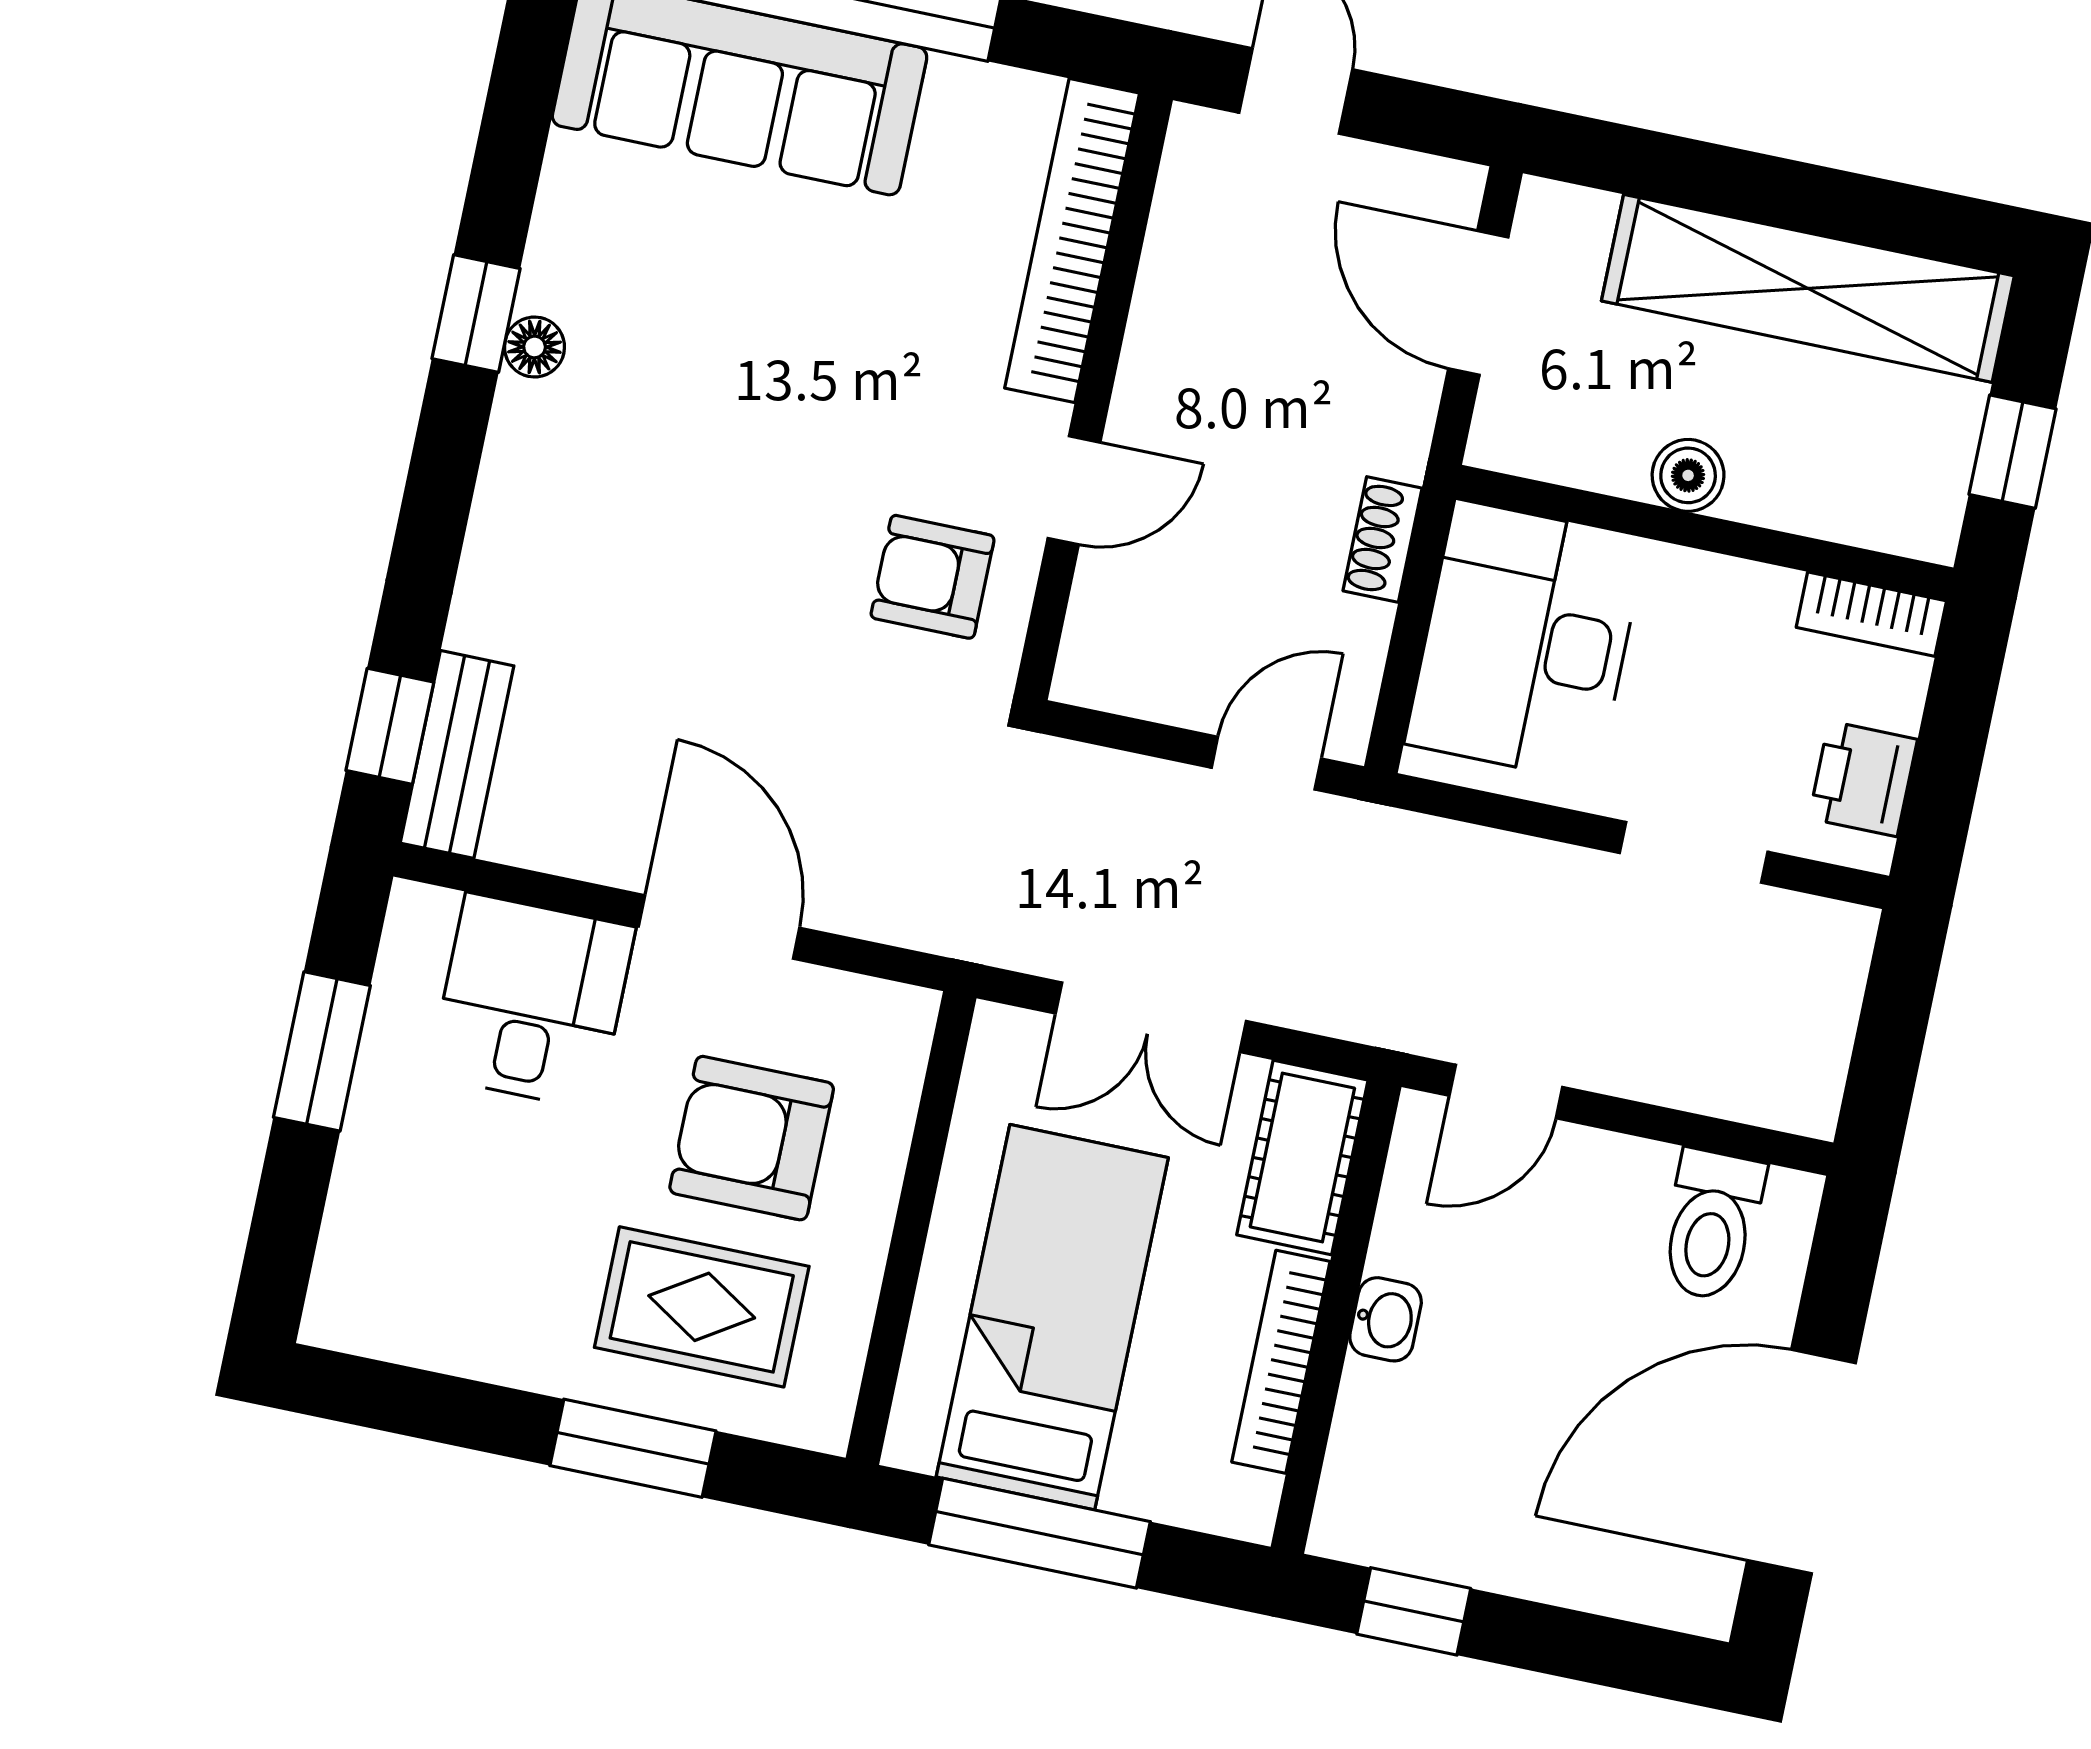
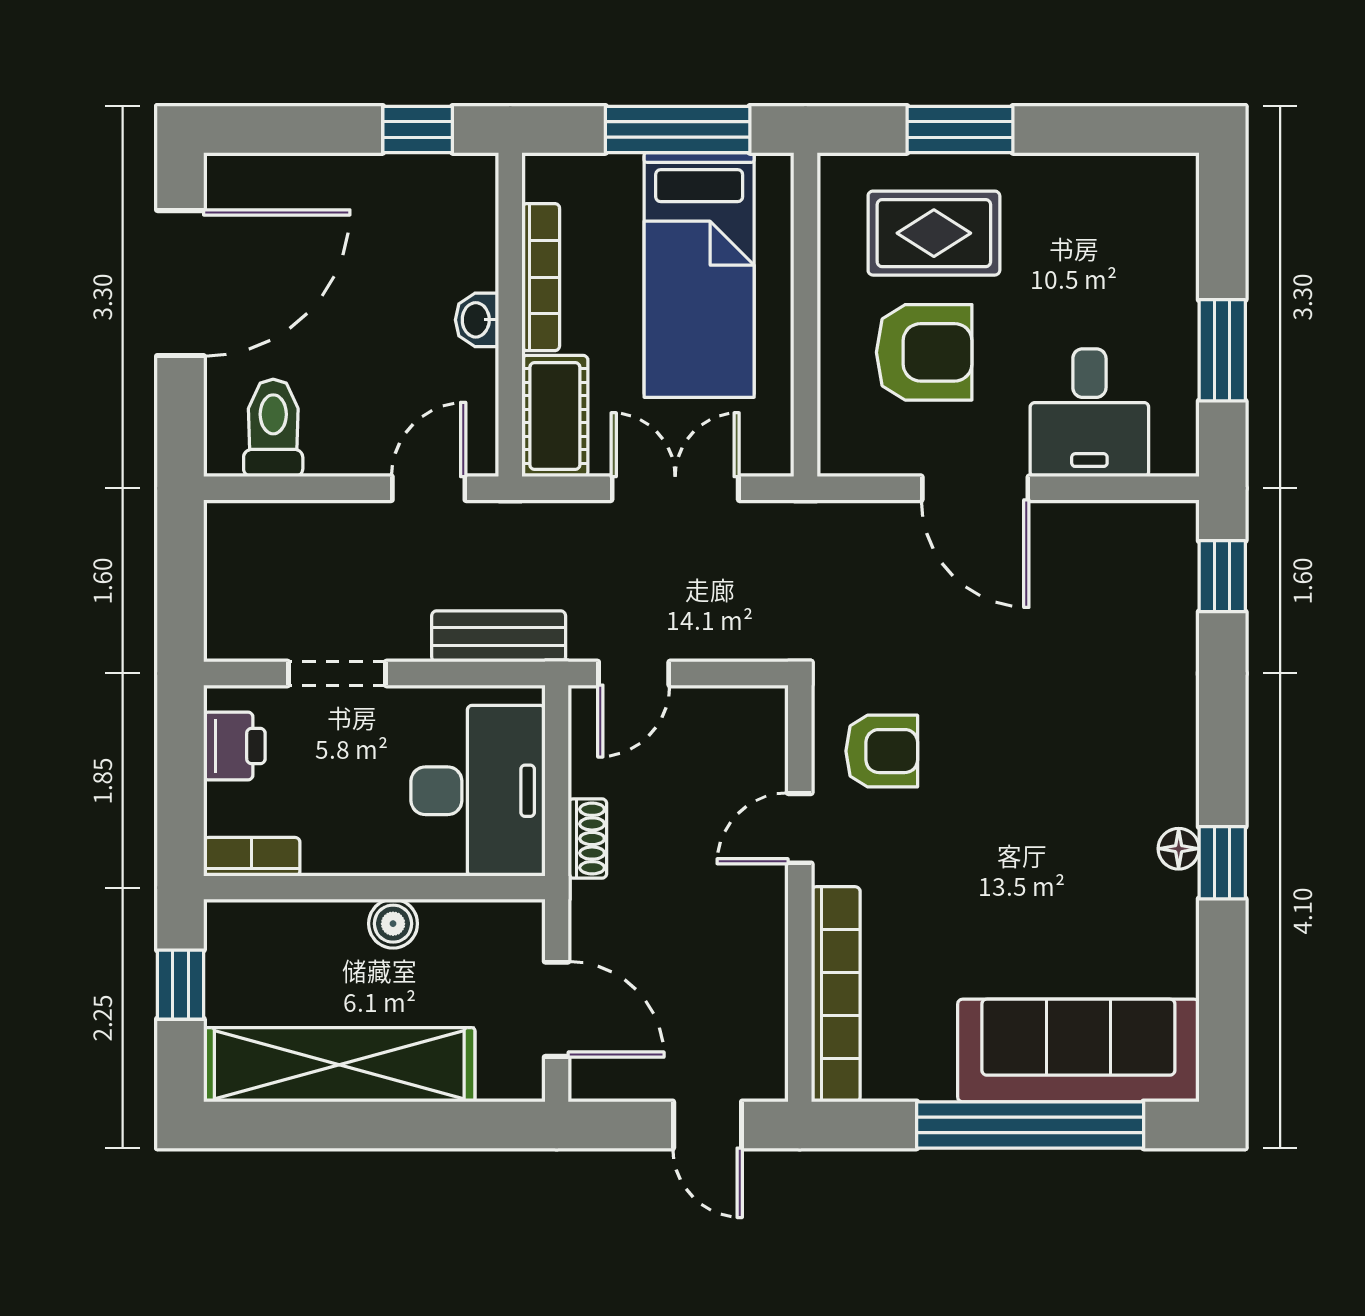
bench: (457, 754) -> (499, 636), moved, turned 90

